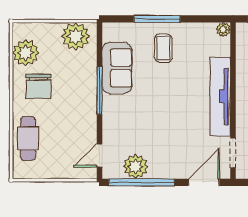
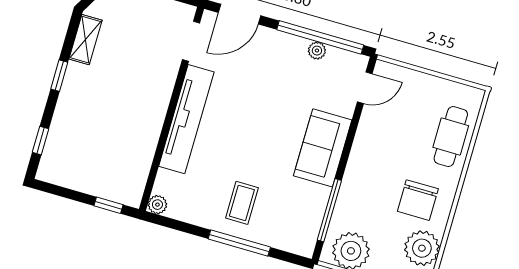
sofa: (117, 68) -> (323, 148), moved
chair: (38, 86) -> (418, 200), turned 180
window: (99, 90) -> (329, 210), moved
plant: (135, 167) -> (317, 51), width x0.53, depth x0.53

